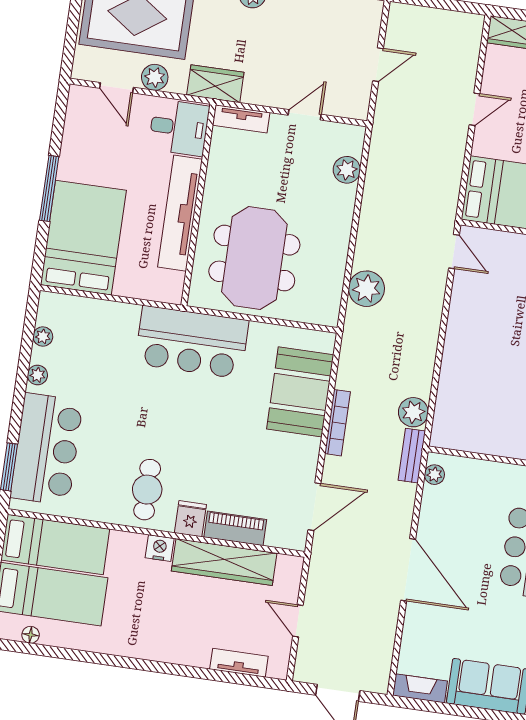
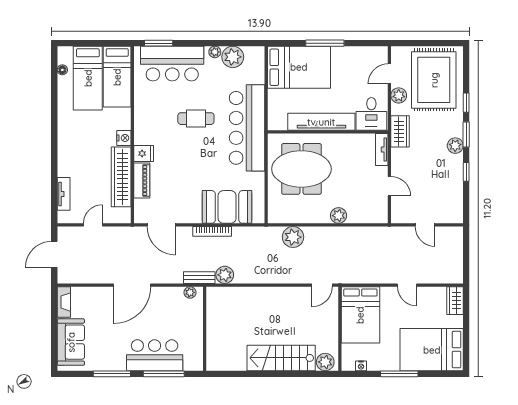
plant: (347, 170) -> (339, 216), moved
plant: (43, 337) -> (233, 57), width x1.88, depth x1.88
bar counter: (192, 342) -> (247, 128), width x1.36
cafe table: (147, 490) -> (196, 119), moved

